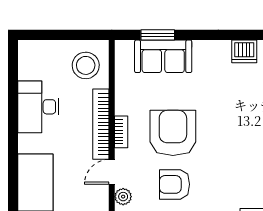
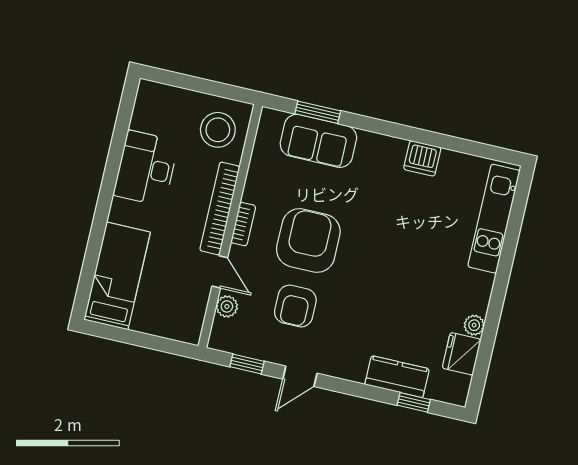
door: (112, 172) -> (220, 272), swing flipped
armchair: (174, 184) -> (295, 306), turned -90

